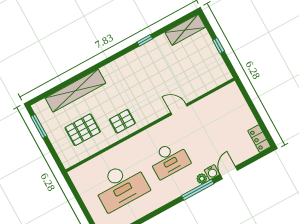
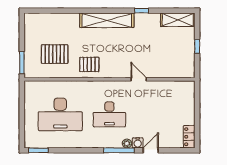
shelving: (75, 91) -> (107, 20), moved
window: (39, 126) -> (22, 63), moved

